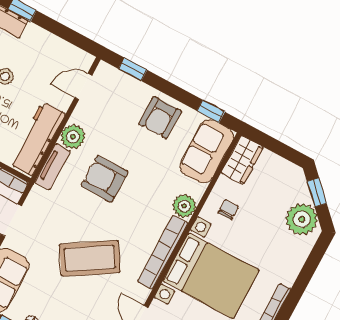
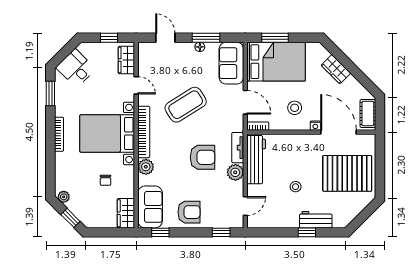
armchair: (160, 118) -> (189, 212), turned 90
chair: (228, 210) -> (105, 180), moved
plant: (302, 219) -> (64, 197), width x0.53, depth x0.53

